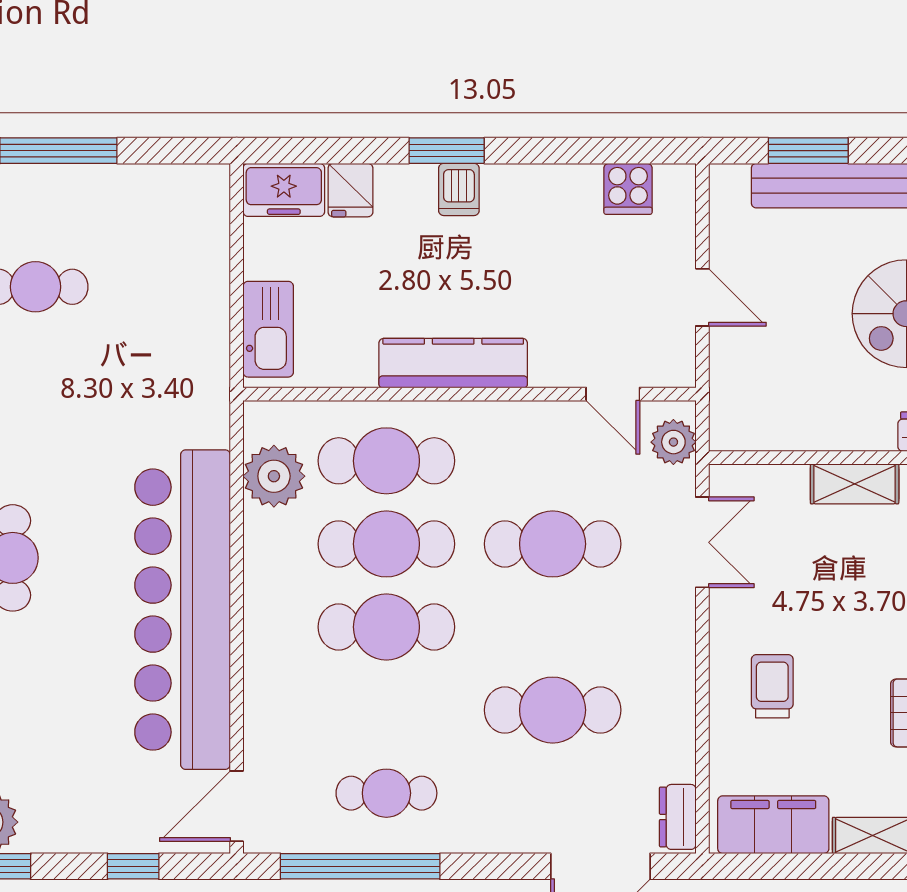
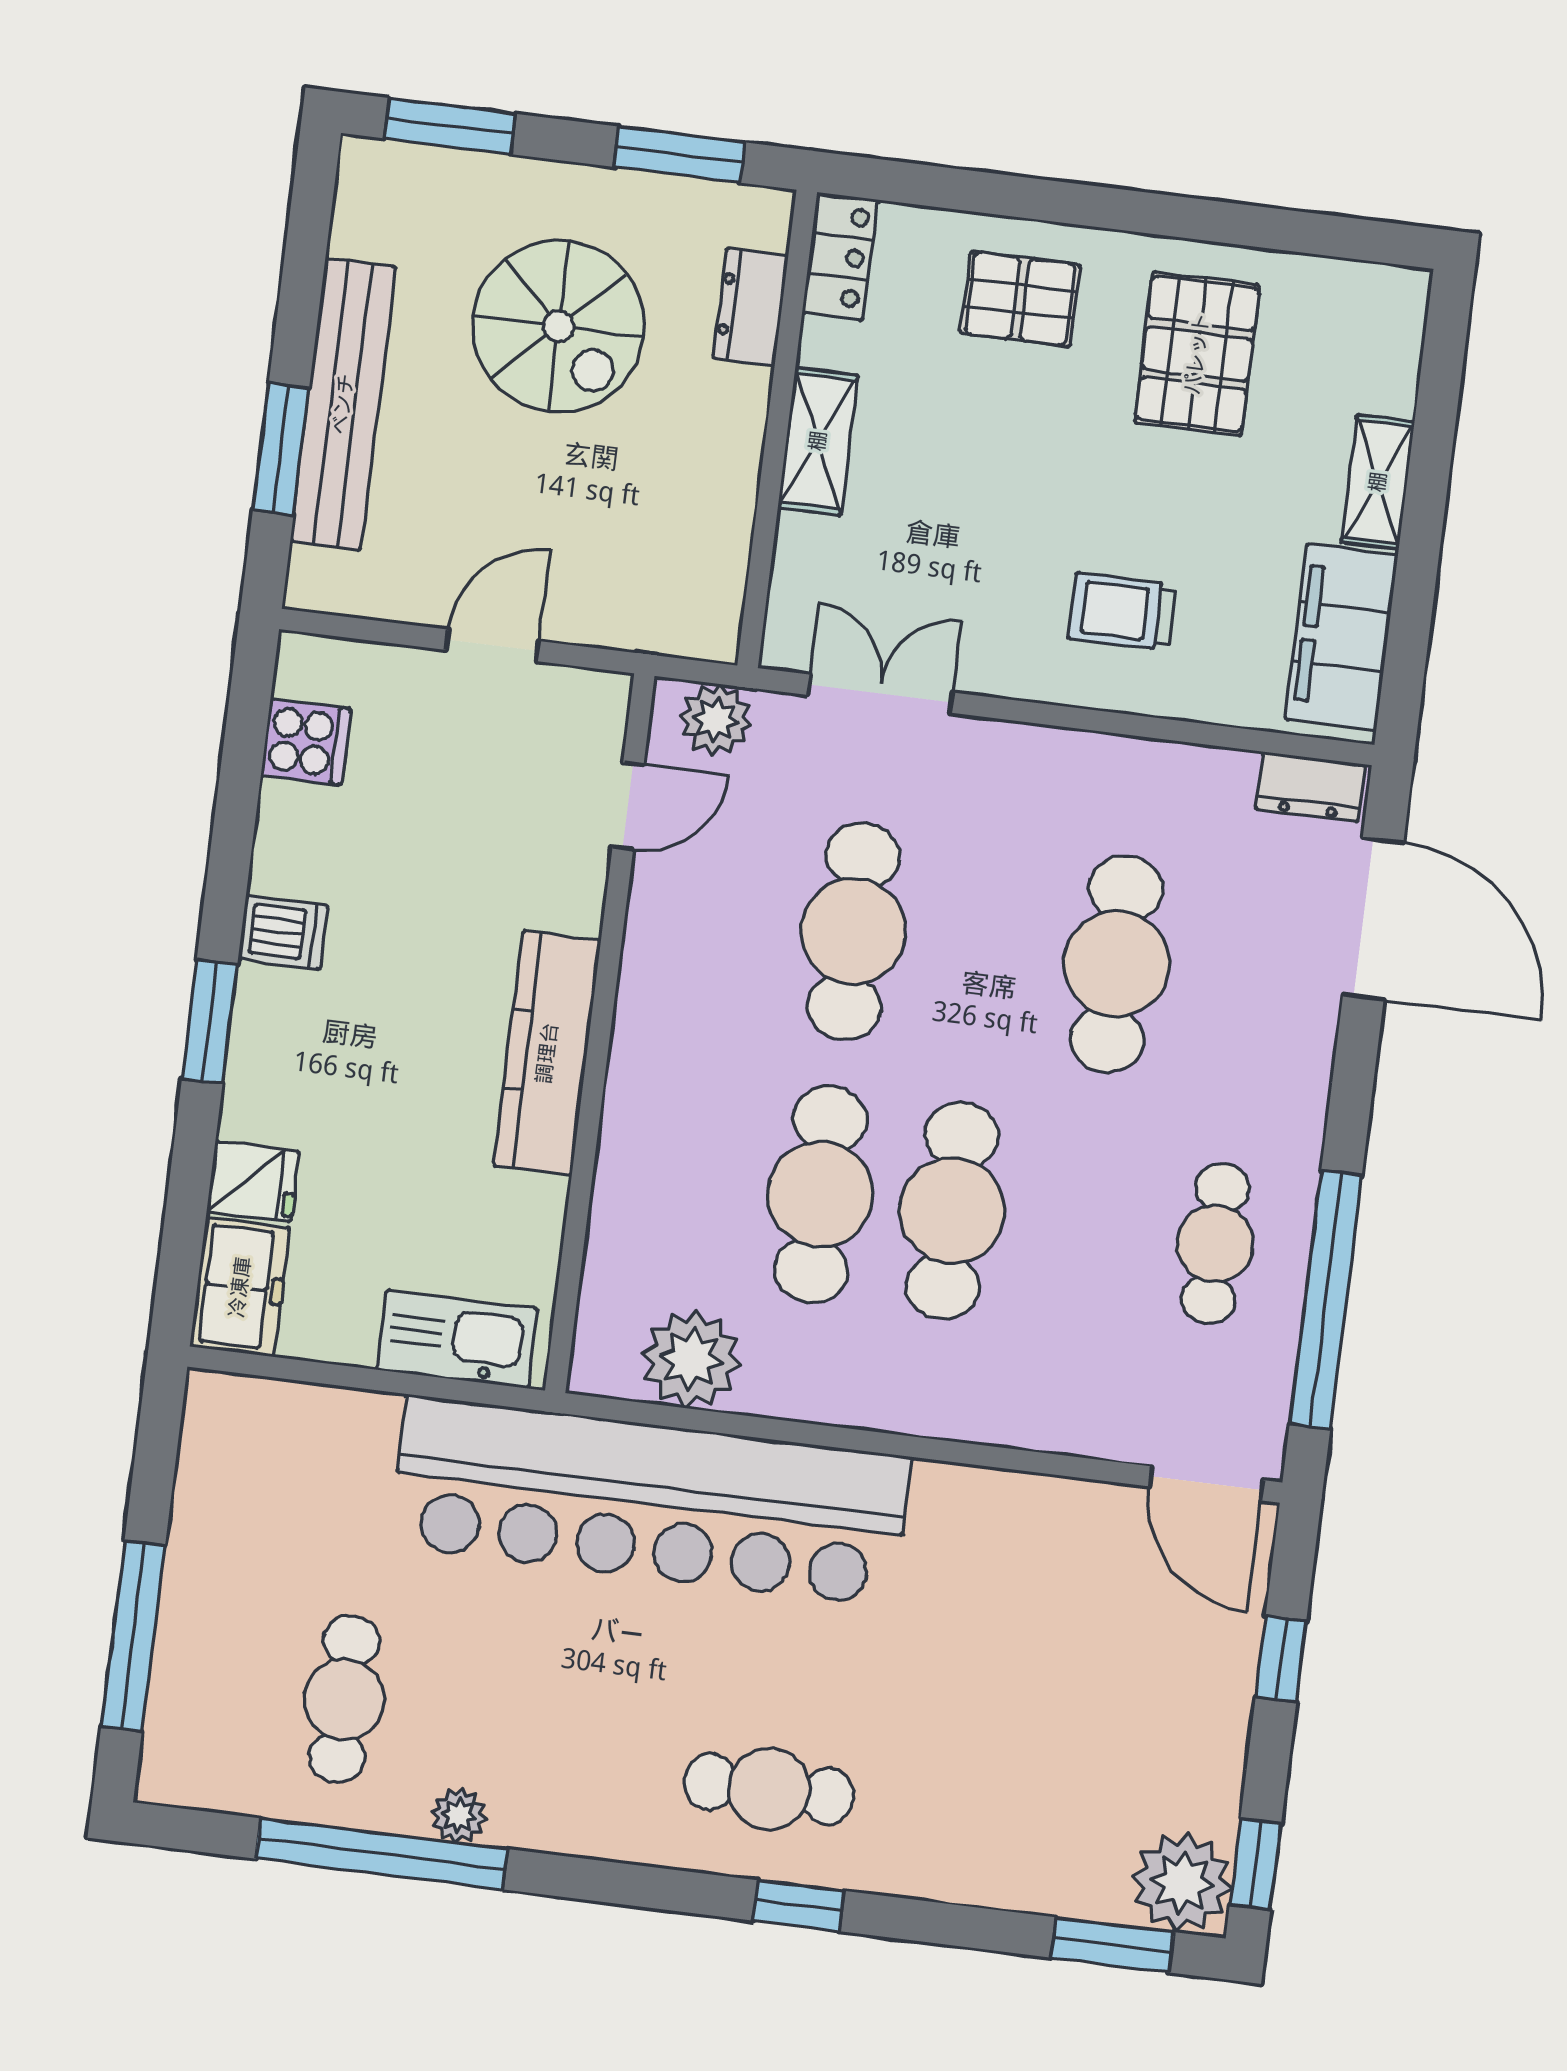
dishwasher: (459, 189) -> (283, 932), moved
cafe table: (386, 461) -> (689, 1178), removed
bar counter: (183, 610) -> (650, 1501), moved

